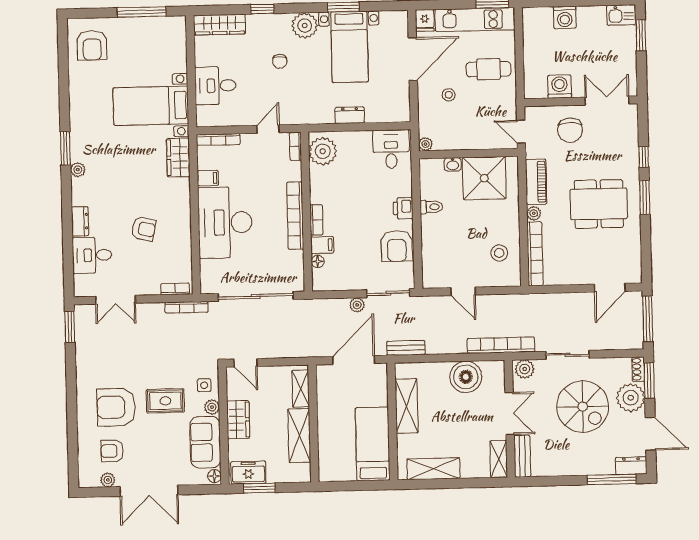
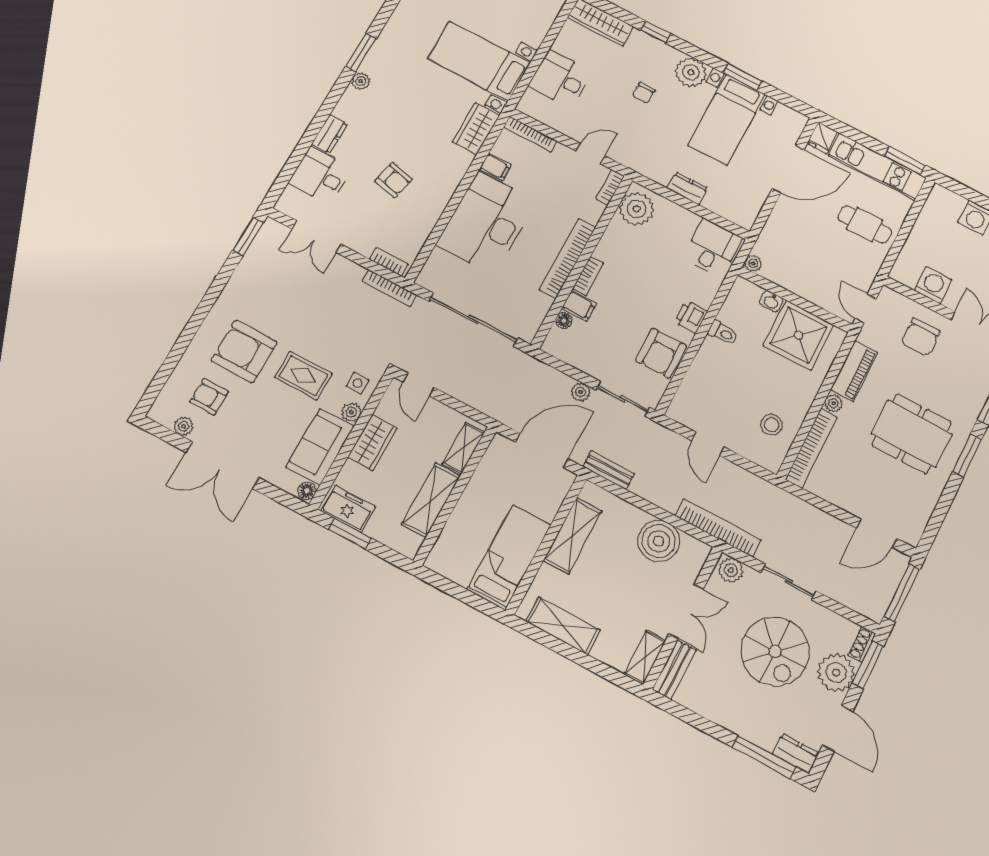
stool: (449, 95) -> (807, 227), removed

